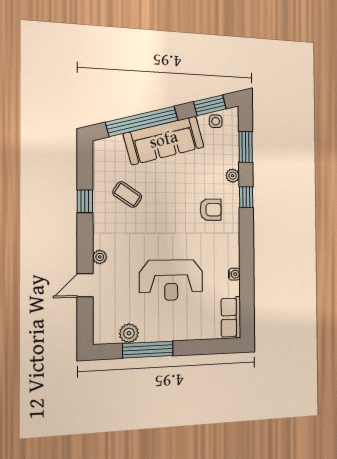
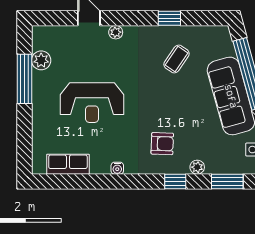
armchair: (211, 210) -> (162, 144), turned -88
water cooler: (234, 274) -> (117, 168), moved
reception desk: (171, 280) -> (92, 103), turned -90
row of seats: (231, 317) -> (68, 164), moved

